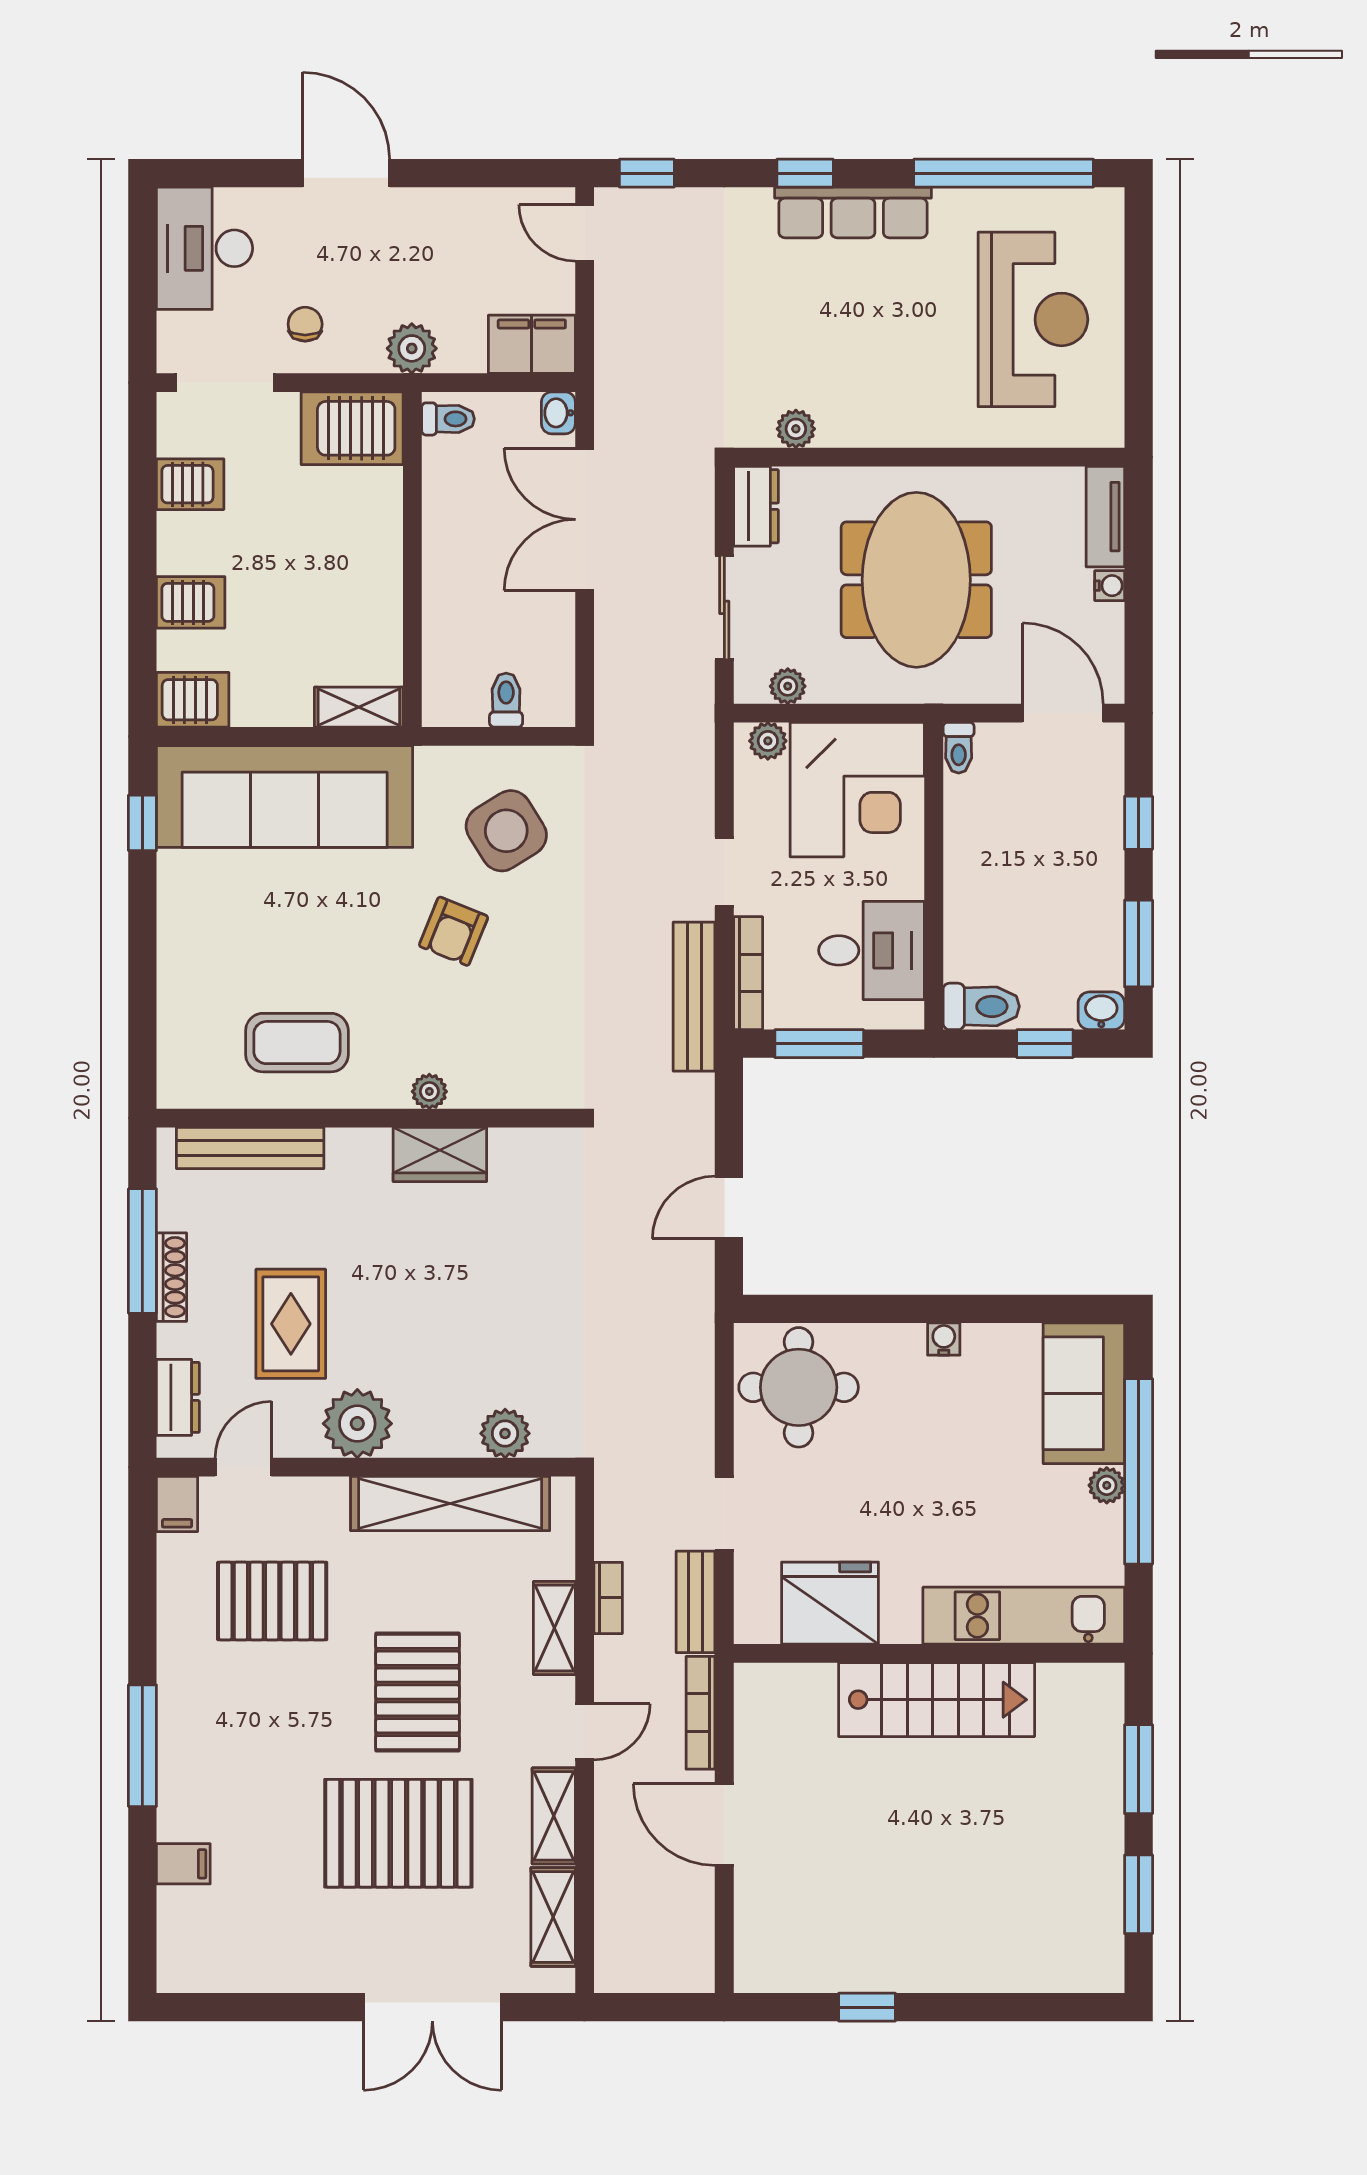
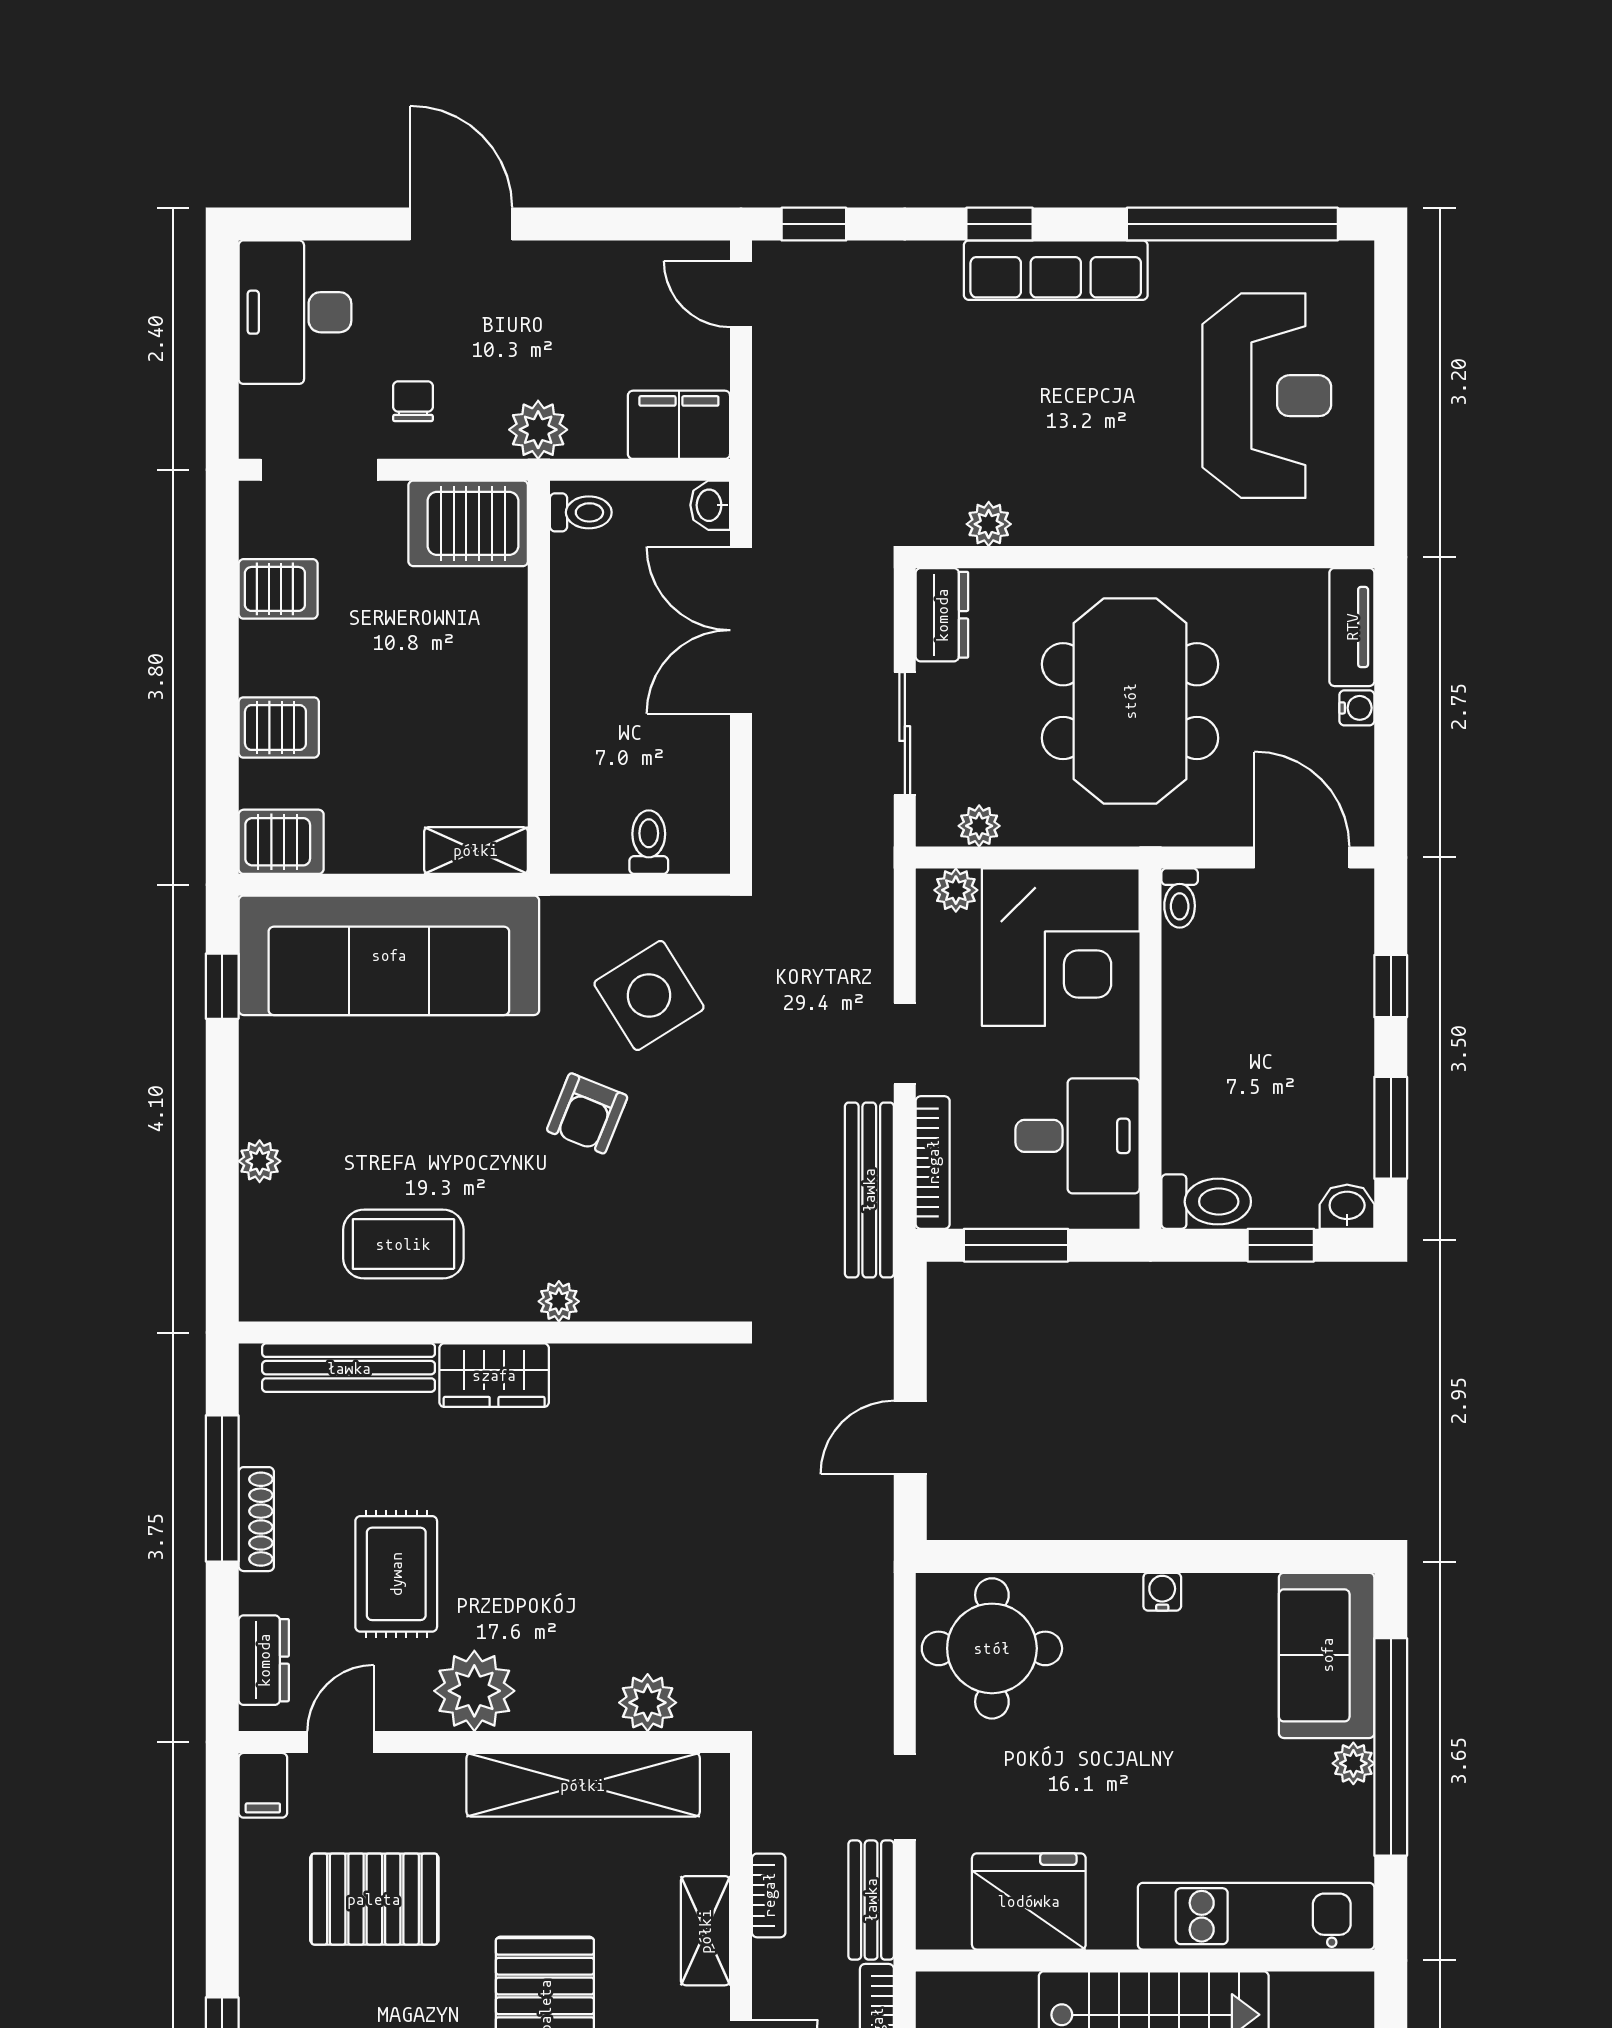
plant: (174, 972) -> (260, 1161), added
wardrobe: (440, 1154) -> (494, 1375), moved

